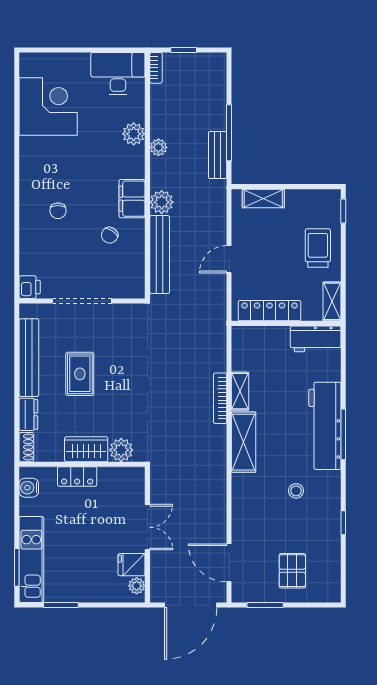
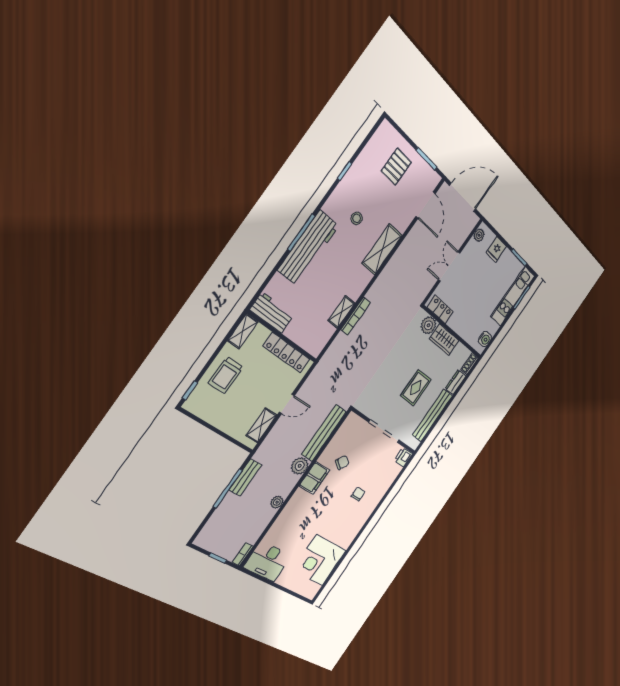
plant: (134, 134) -> (285, 519), removed
shelving: (263, 199) -> (262, 425), moved, turned 90
shelving: (244, 442) -> (382, 249), moved
locker: (77, 477) -> (440, 309), moved
fridge: (131, 565) -> (496, 250), moved, turned 90

